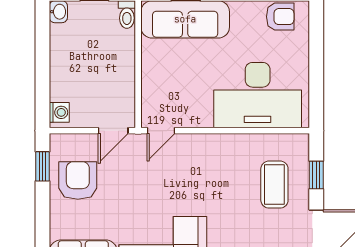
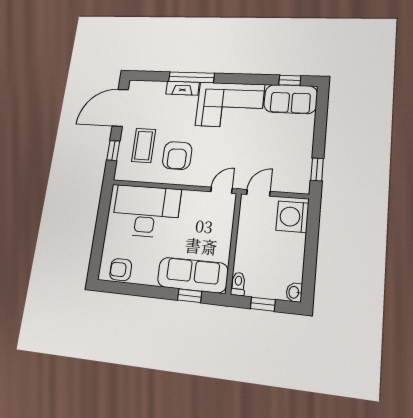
washing machine: (59, 112) -> (292, 217), width x1.89, depth x1.89
armchair: (78, 181) -> (177, 156), moved

